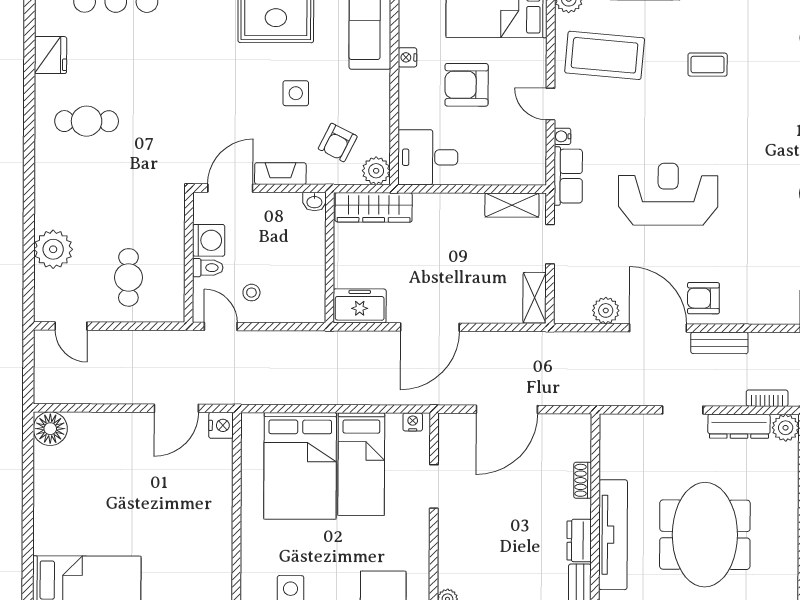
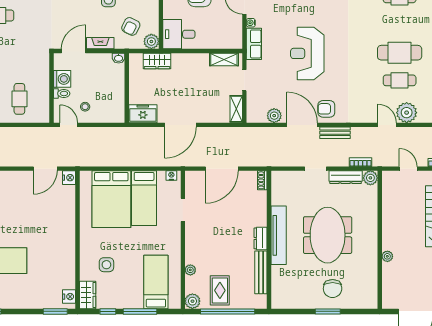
reception desk: (668, 194) -> (307, 53), turned -90
wardrobe: (374, 207) -> (157, 61), width x0.67
shoe rack: (583, 480) -> (262, 180), moved

